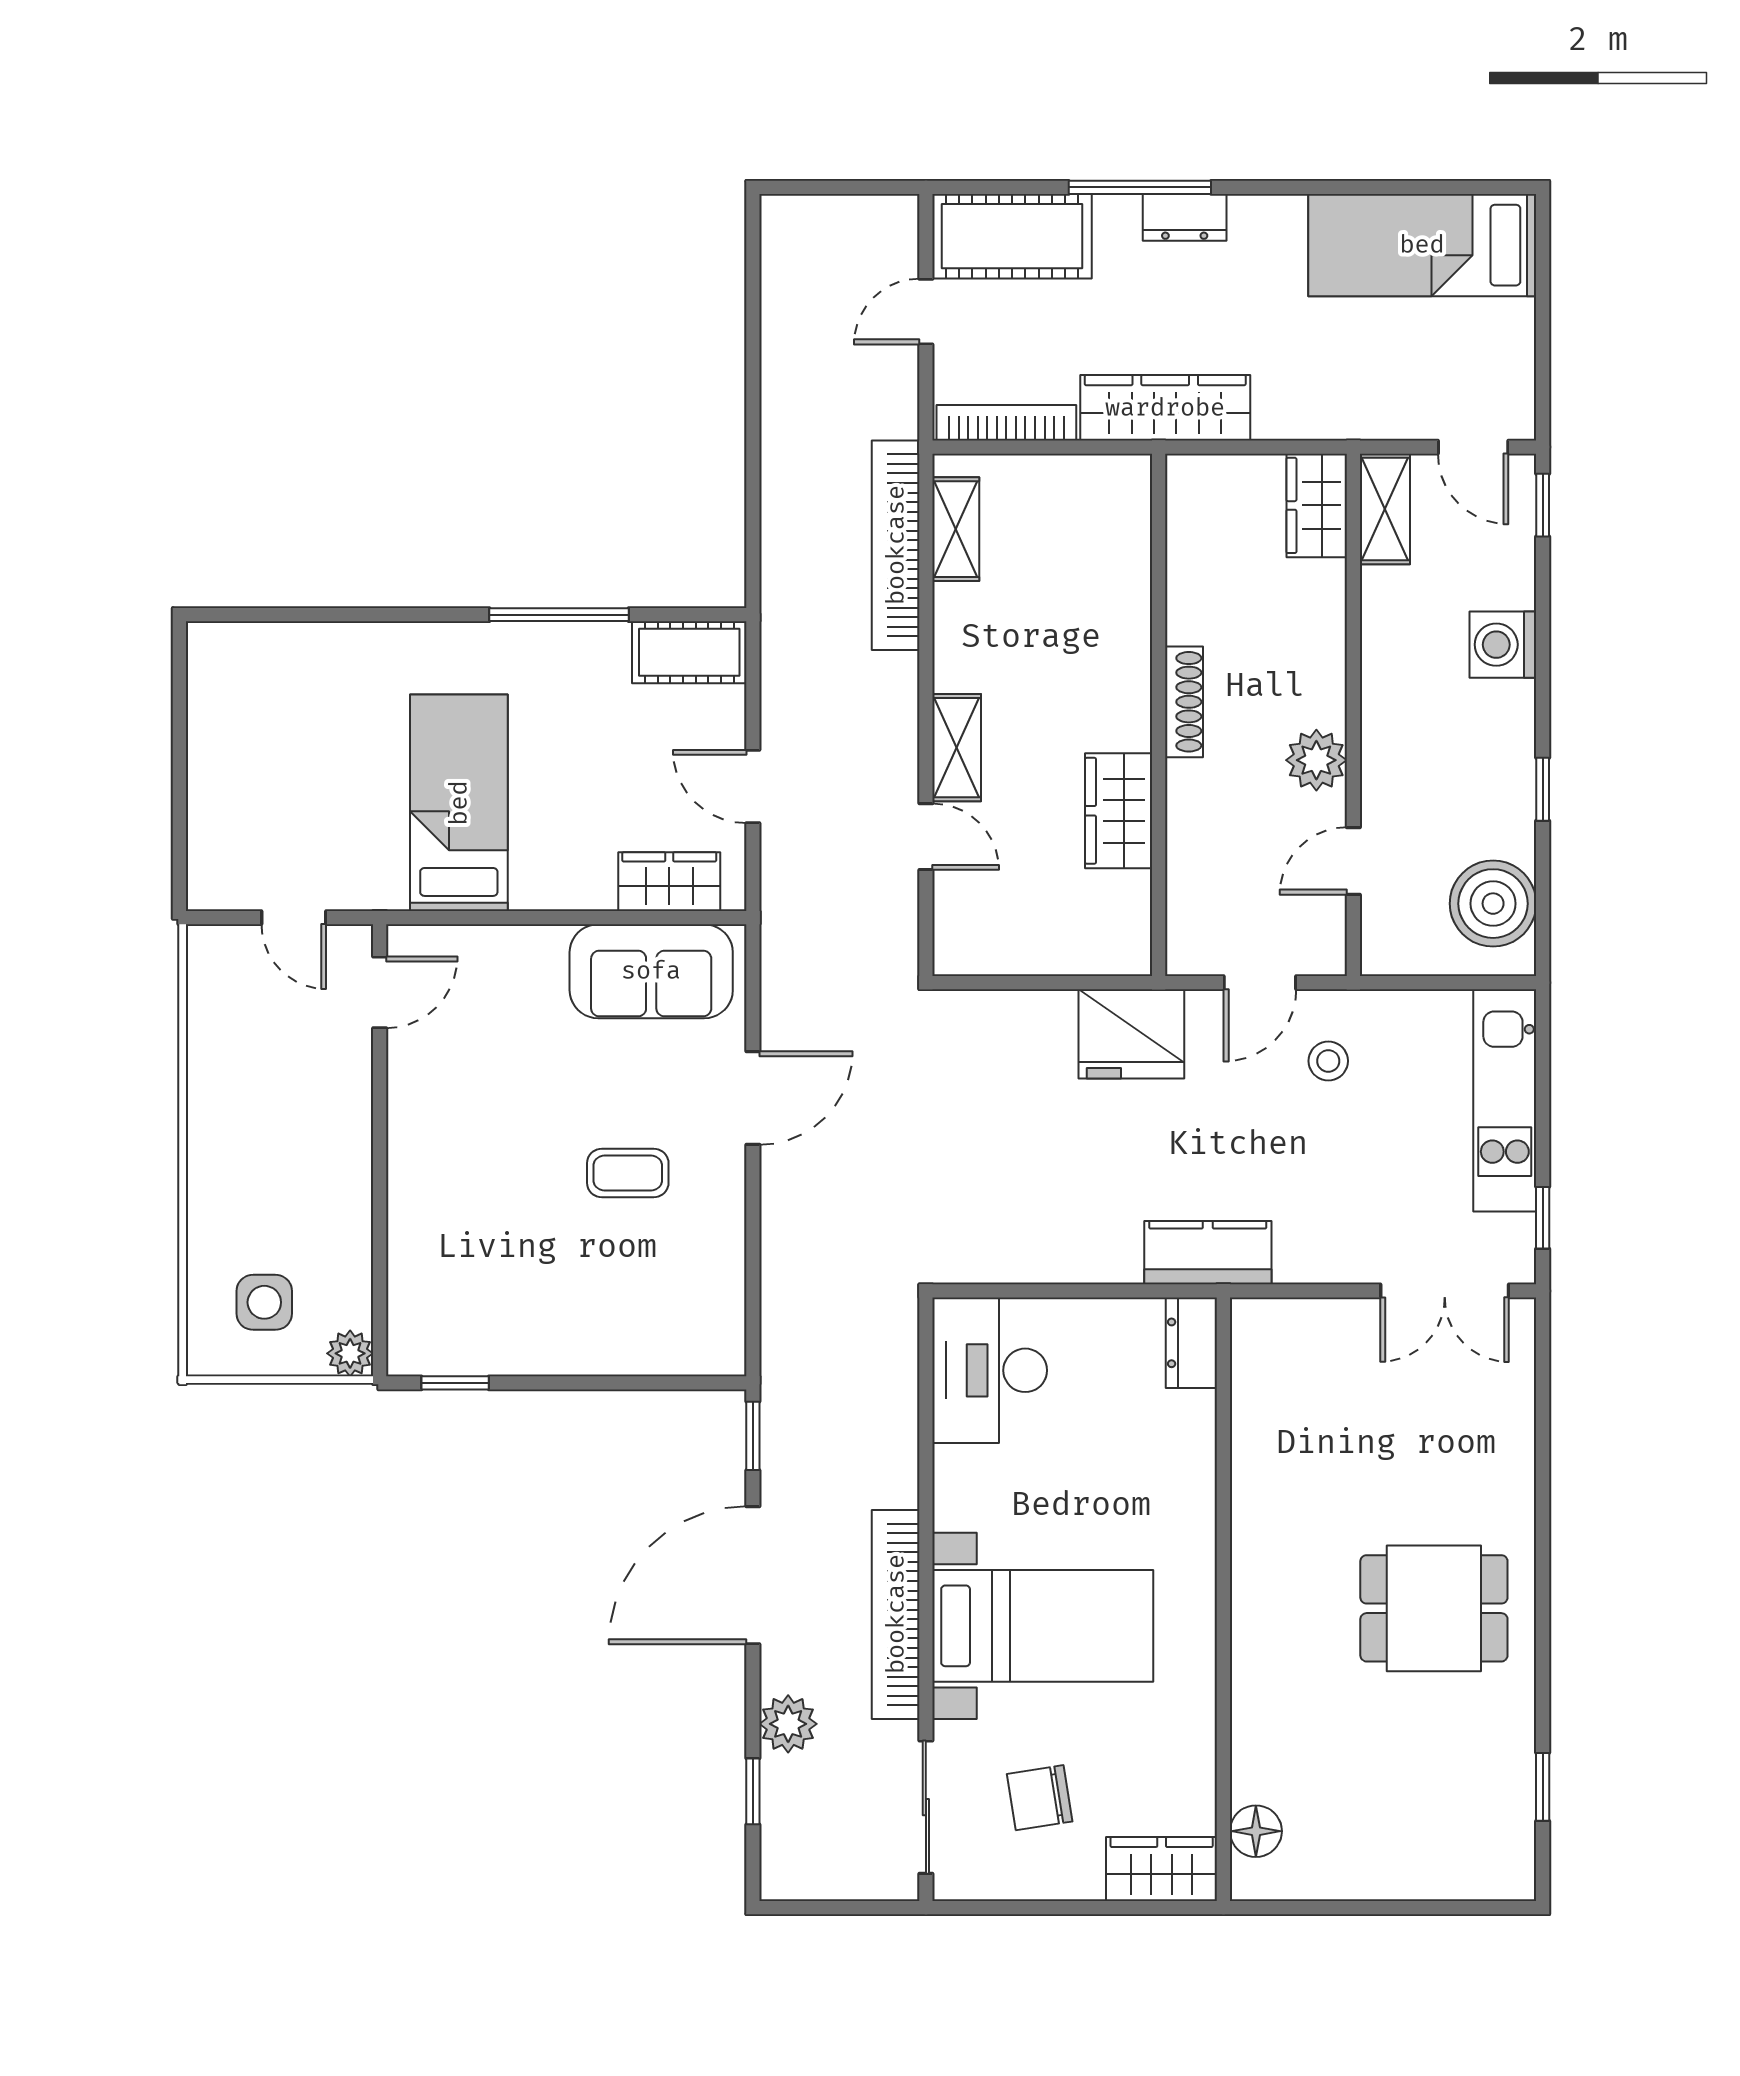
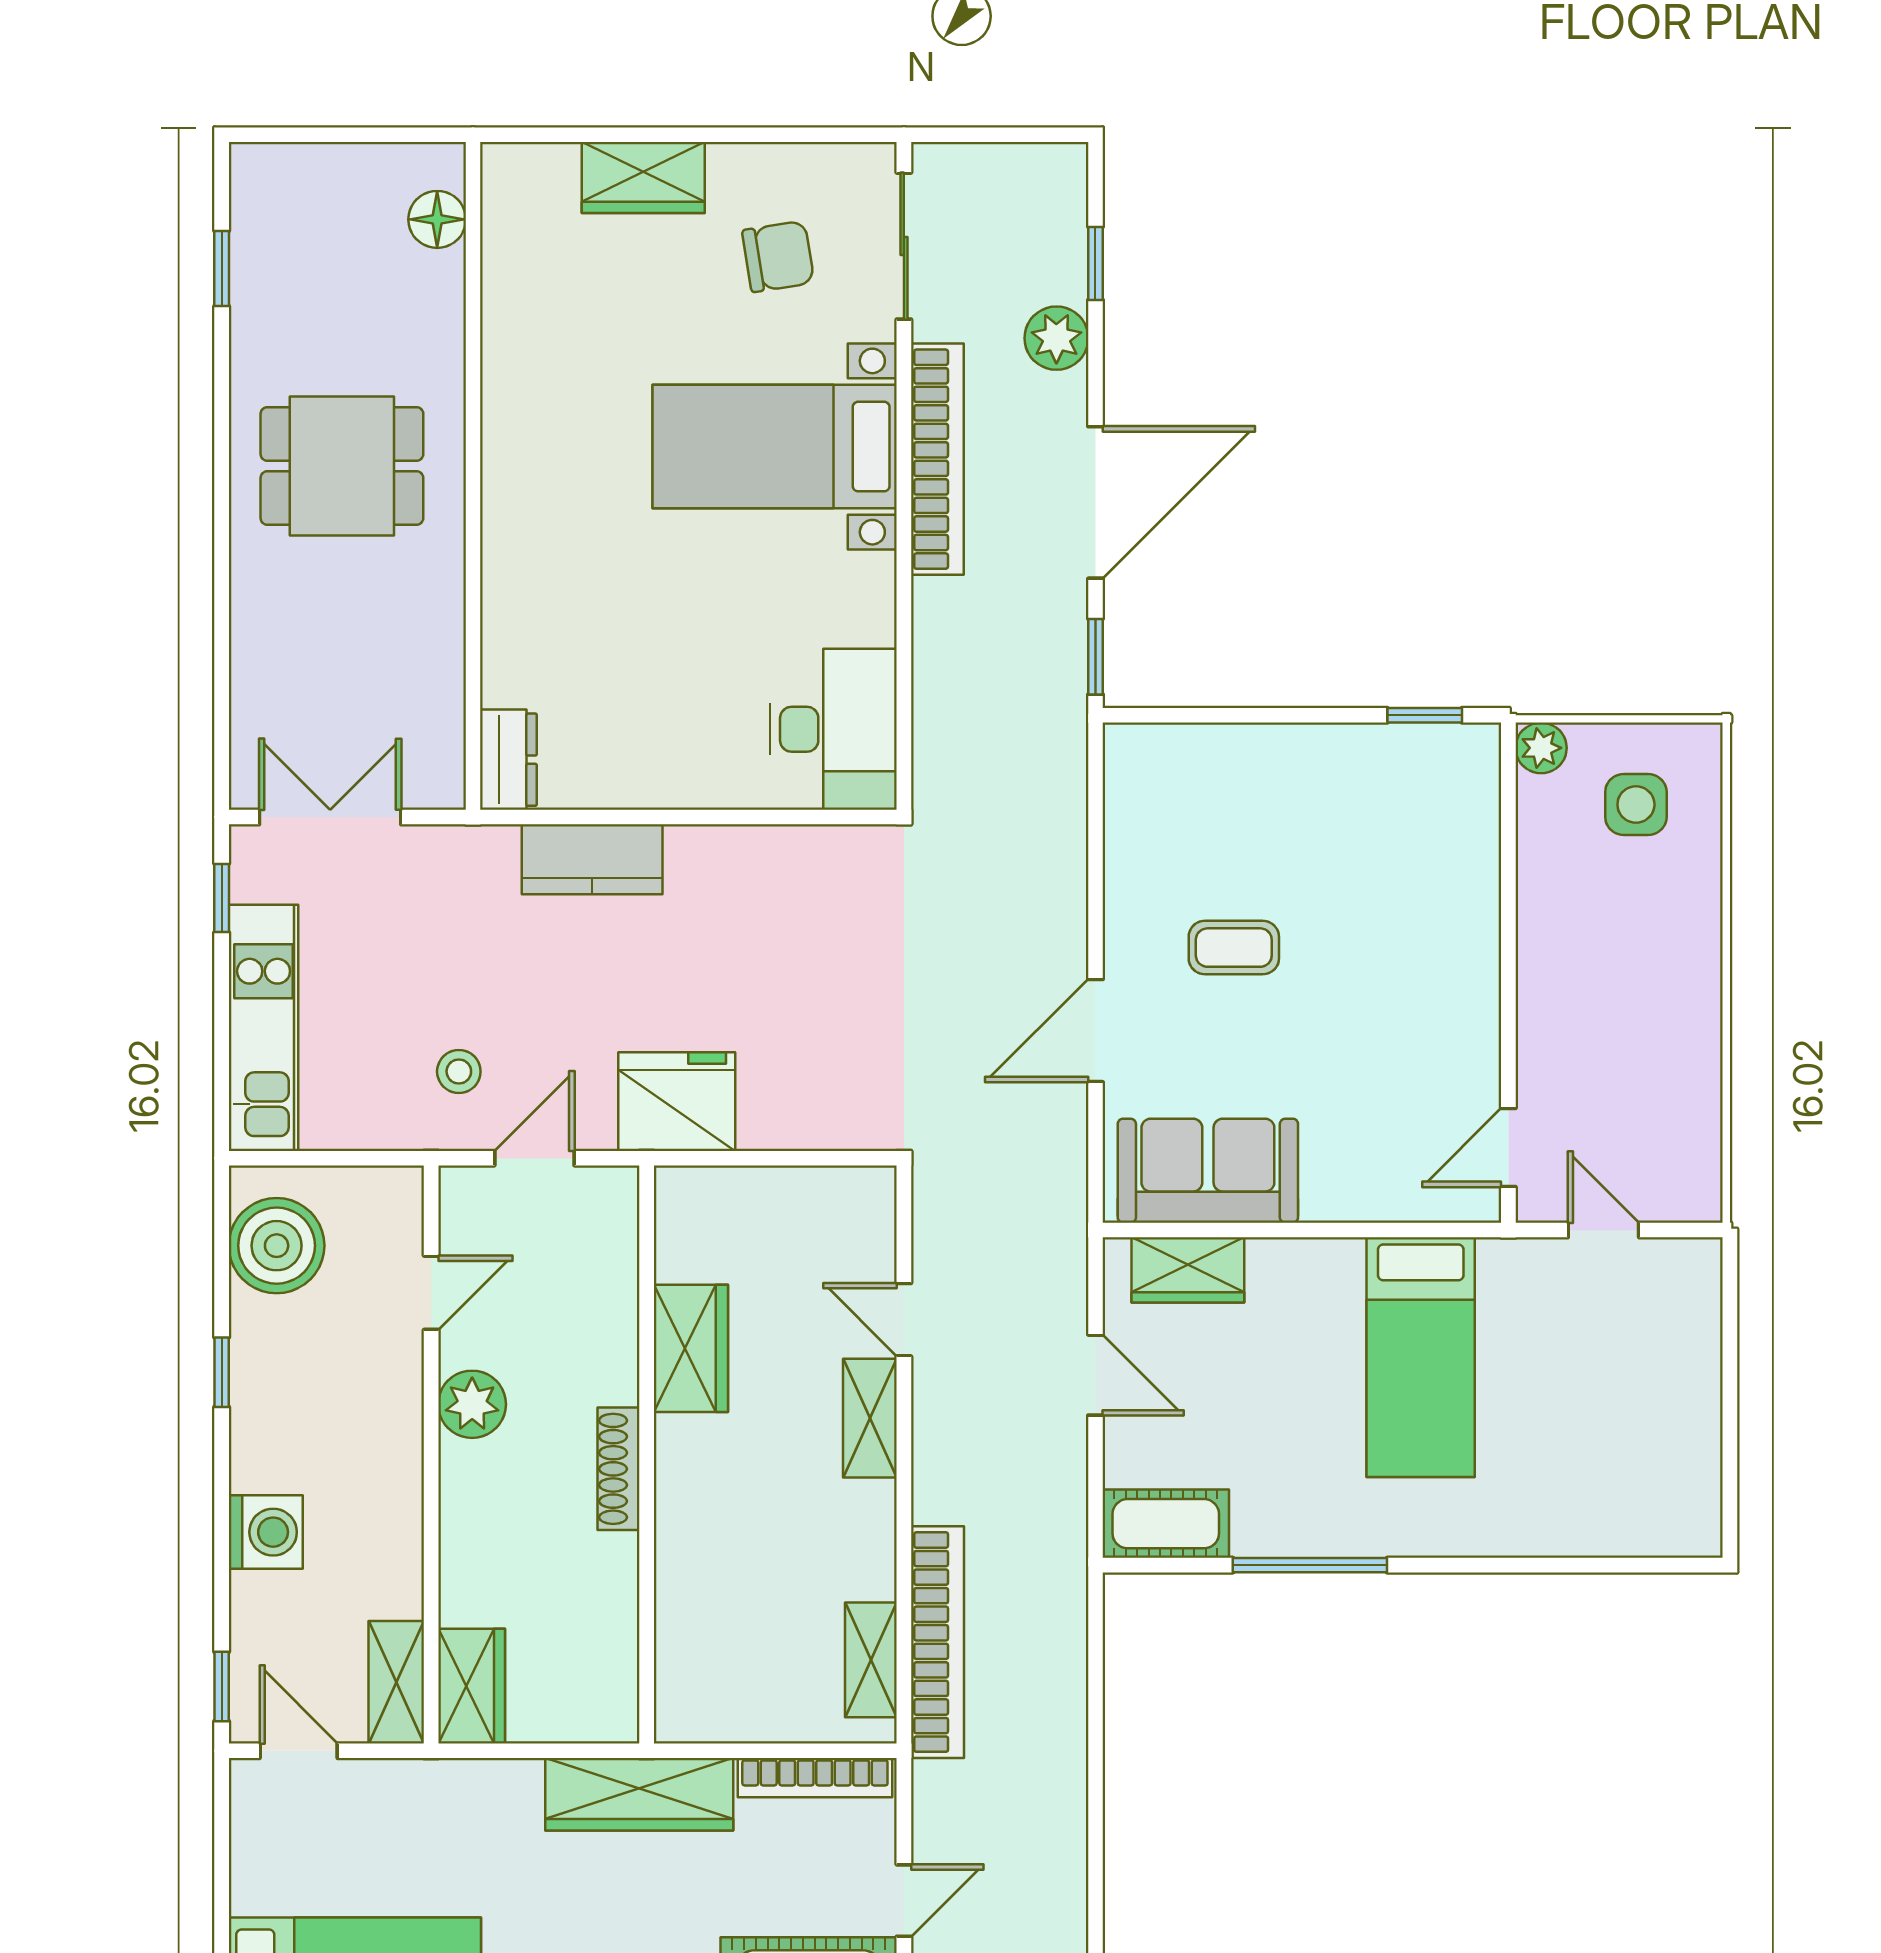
dresser: (1191, 1343) -> (508, 760), moved
wall: (1223, 1599) -> (473, 476), moved
floor lamp: (1256, 1831) -> (437, 219), moved

